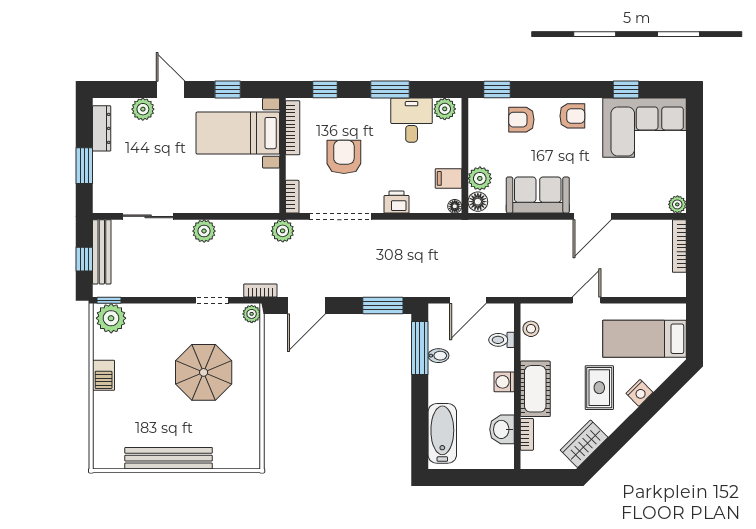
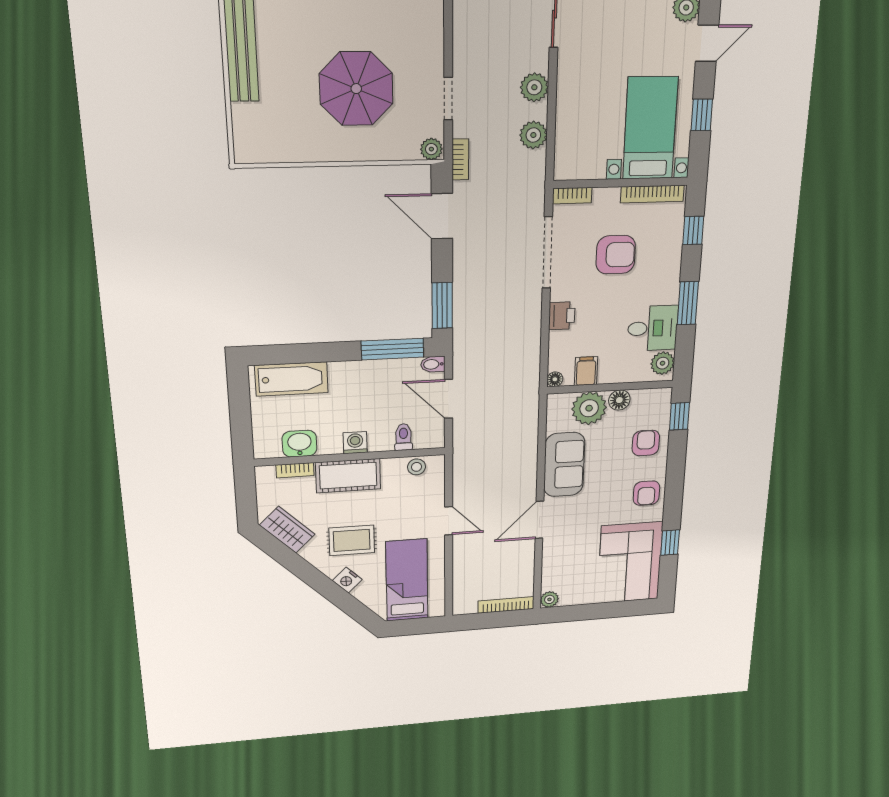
plant: (480, 178) -> (589, 408), width x1.36, depth x1.36
floor lamp: (478, 202) -> (619, 400), moved
door: (592, 216) -> (539, 520), hinge flipped
plant: (283, 231) -> (533, 135), moved
bidet: (439, 356) -> (433, 364), moved, turned 90

